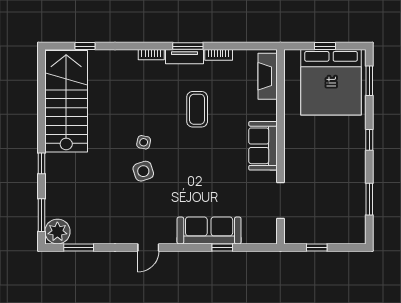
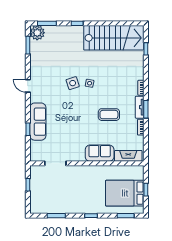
bed: (331, 82) -> (125, 193), width x0.73
sofa: (263, 146) -> (100, 153), moved

